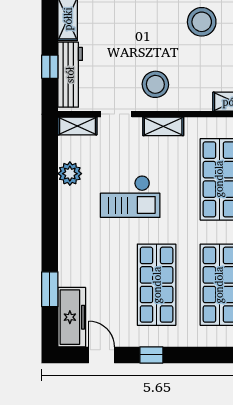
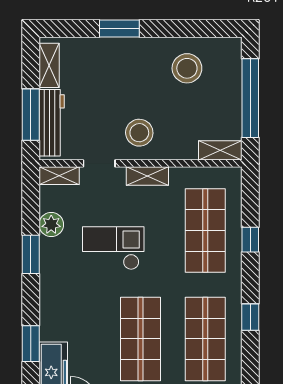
window: (50, 67) -> (31, 115), width x2.17
checkout: (130, 197) -> (113, 248), turned 180
window: (50, 203) -> (31, 254), added

